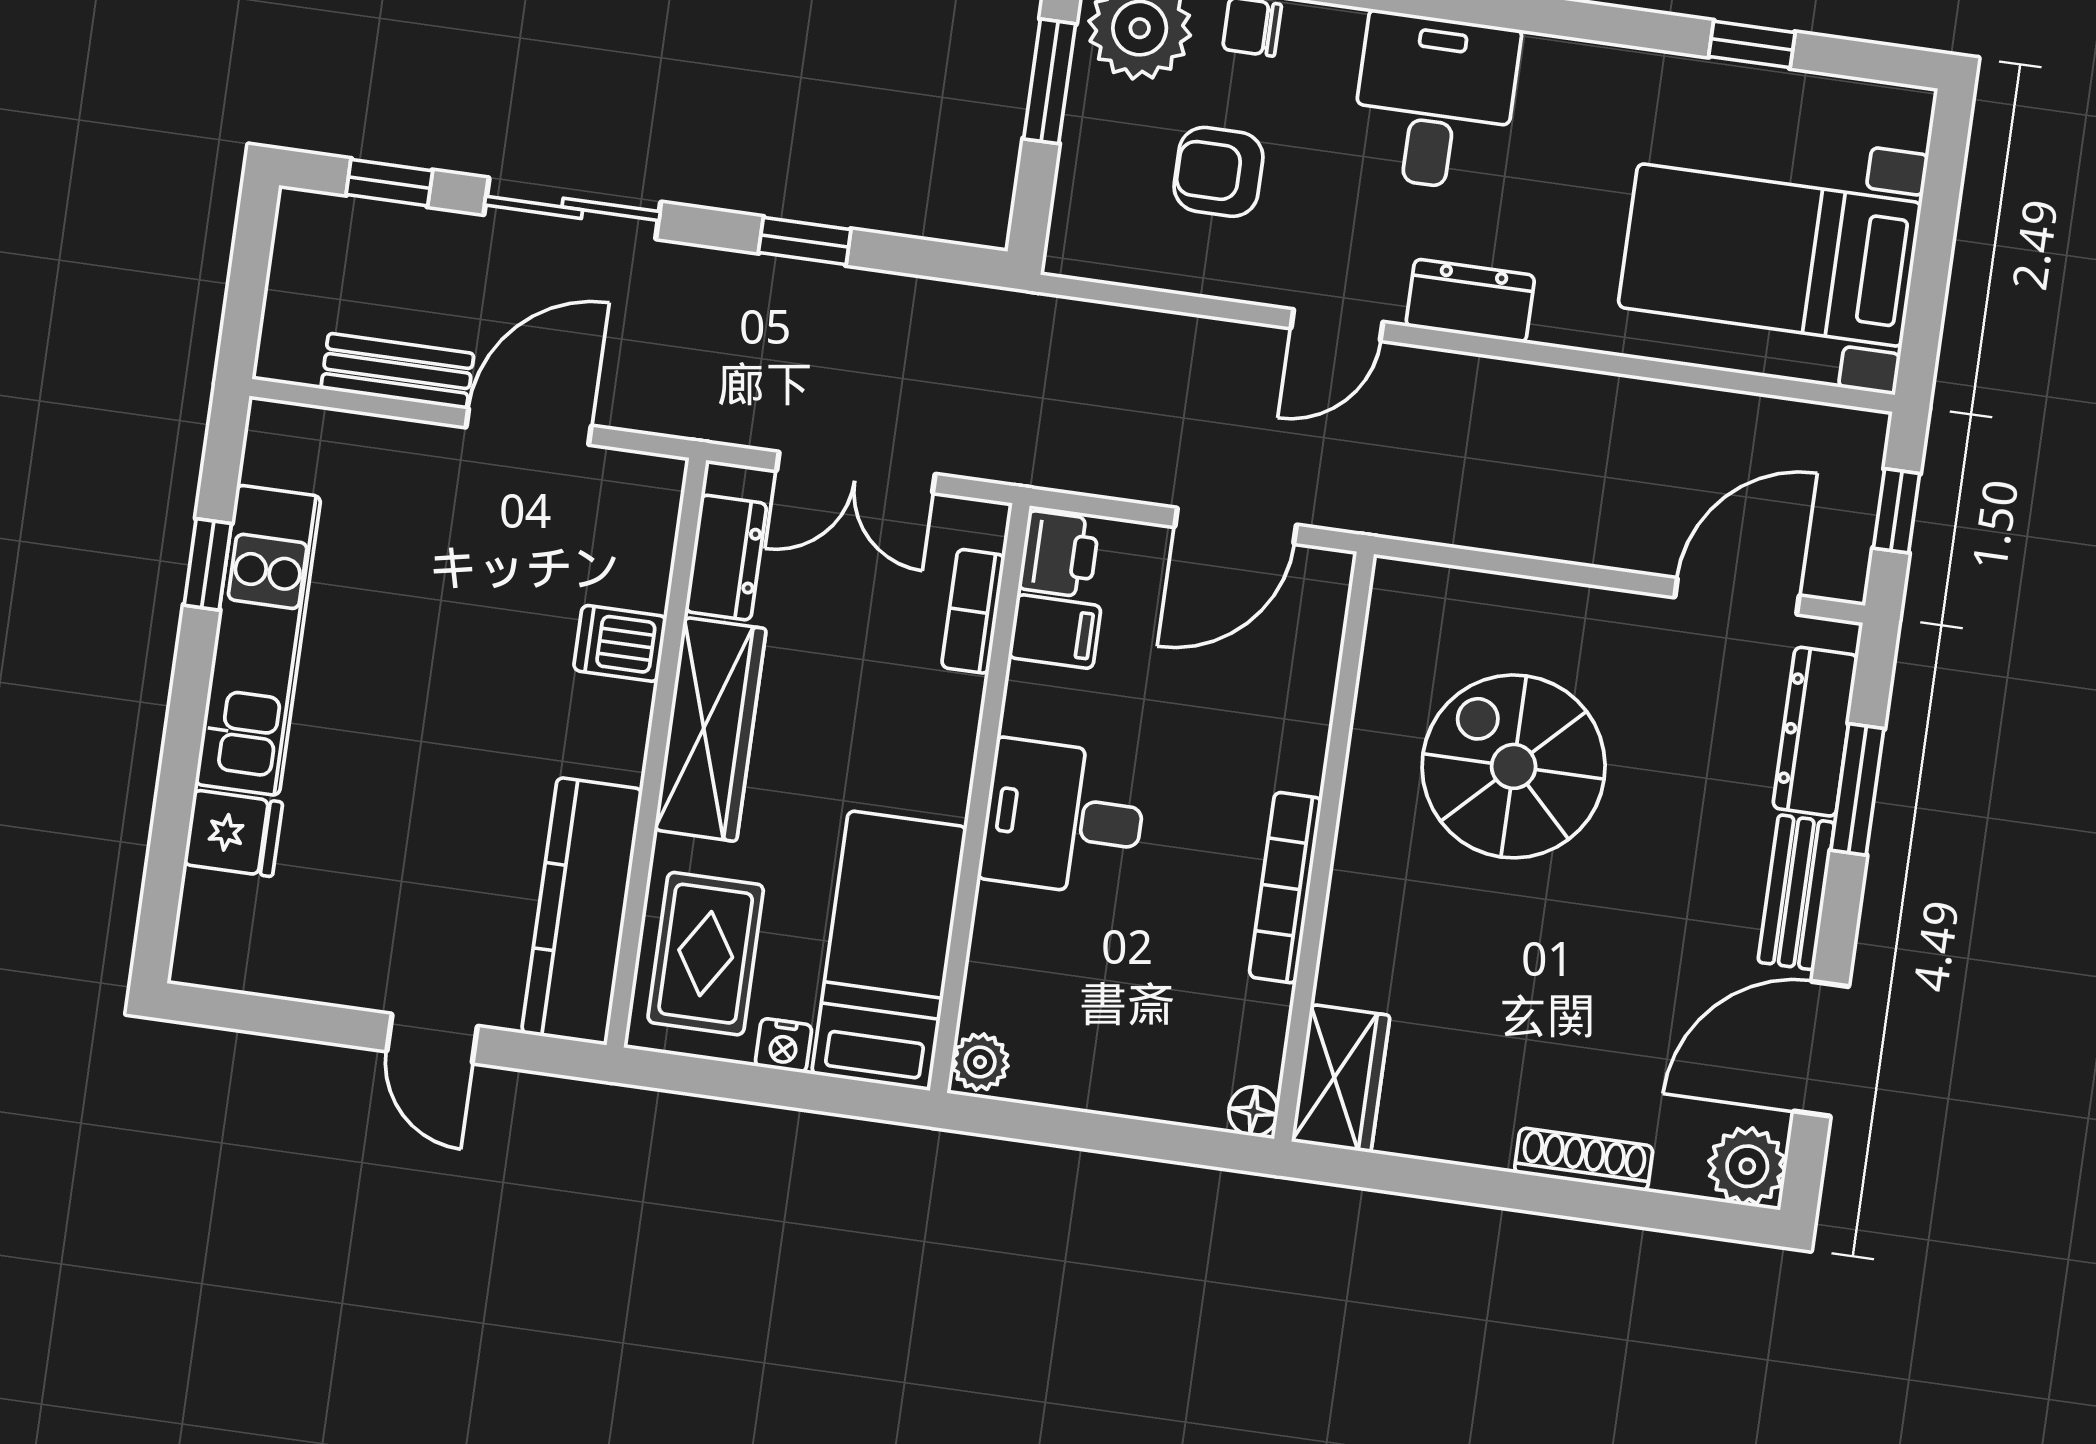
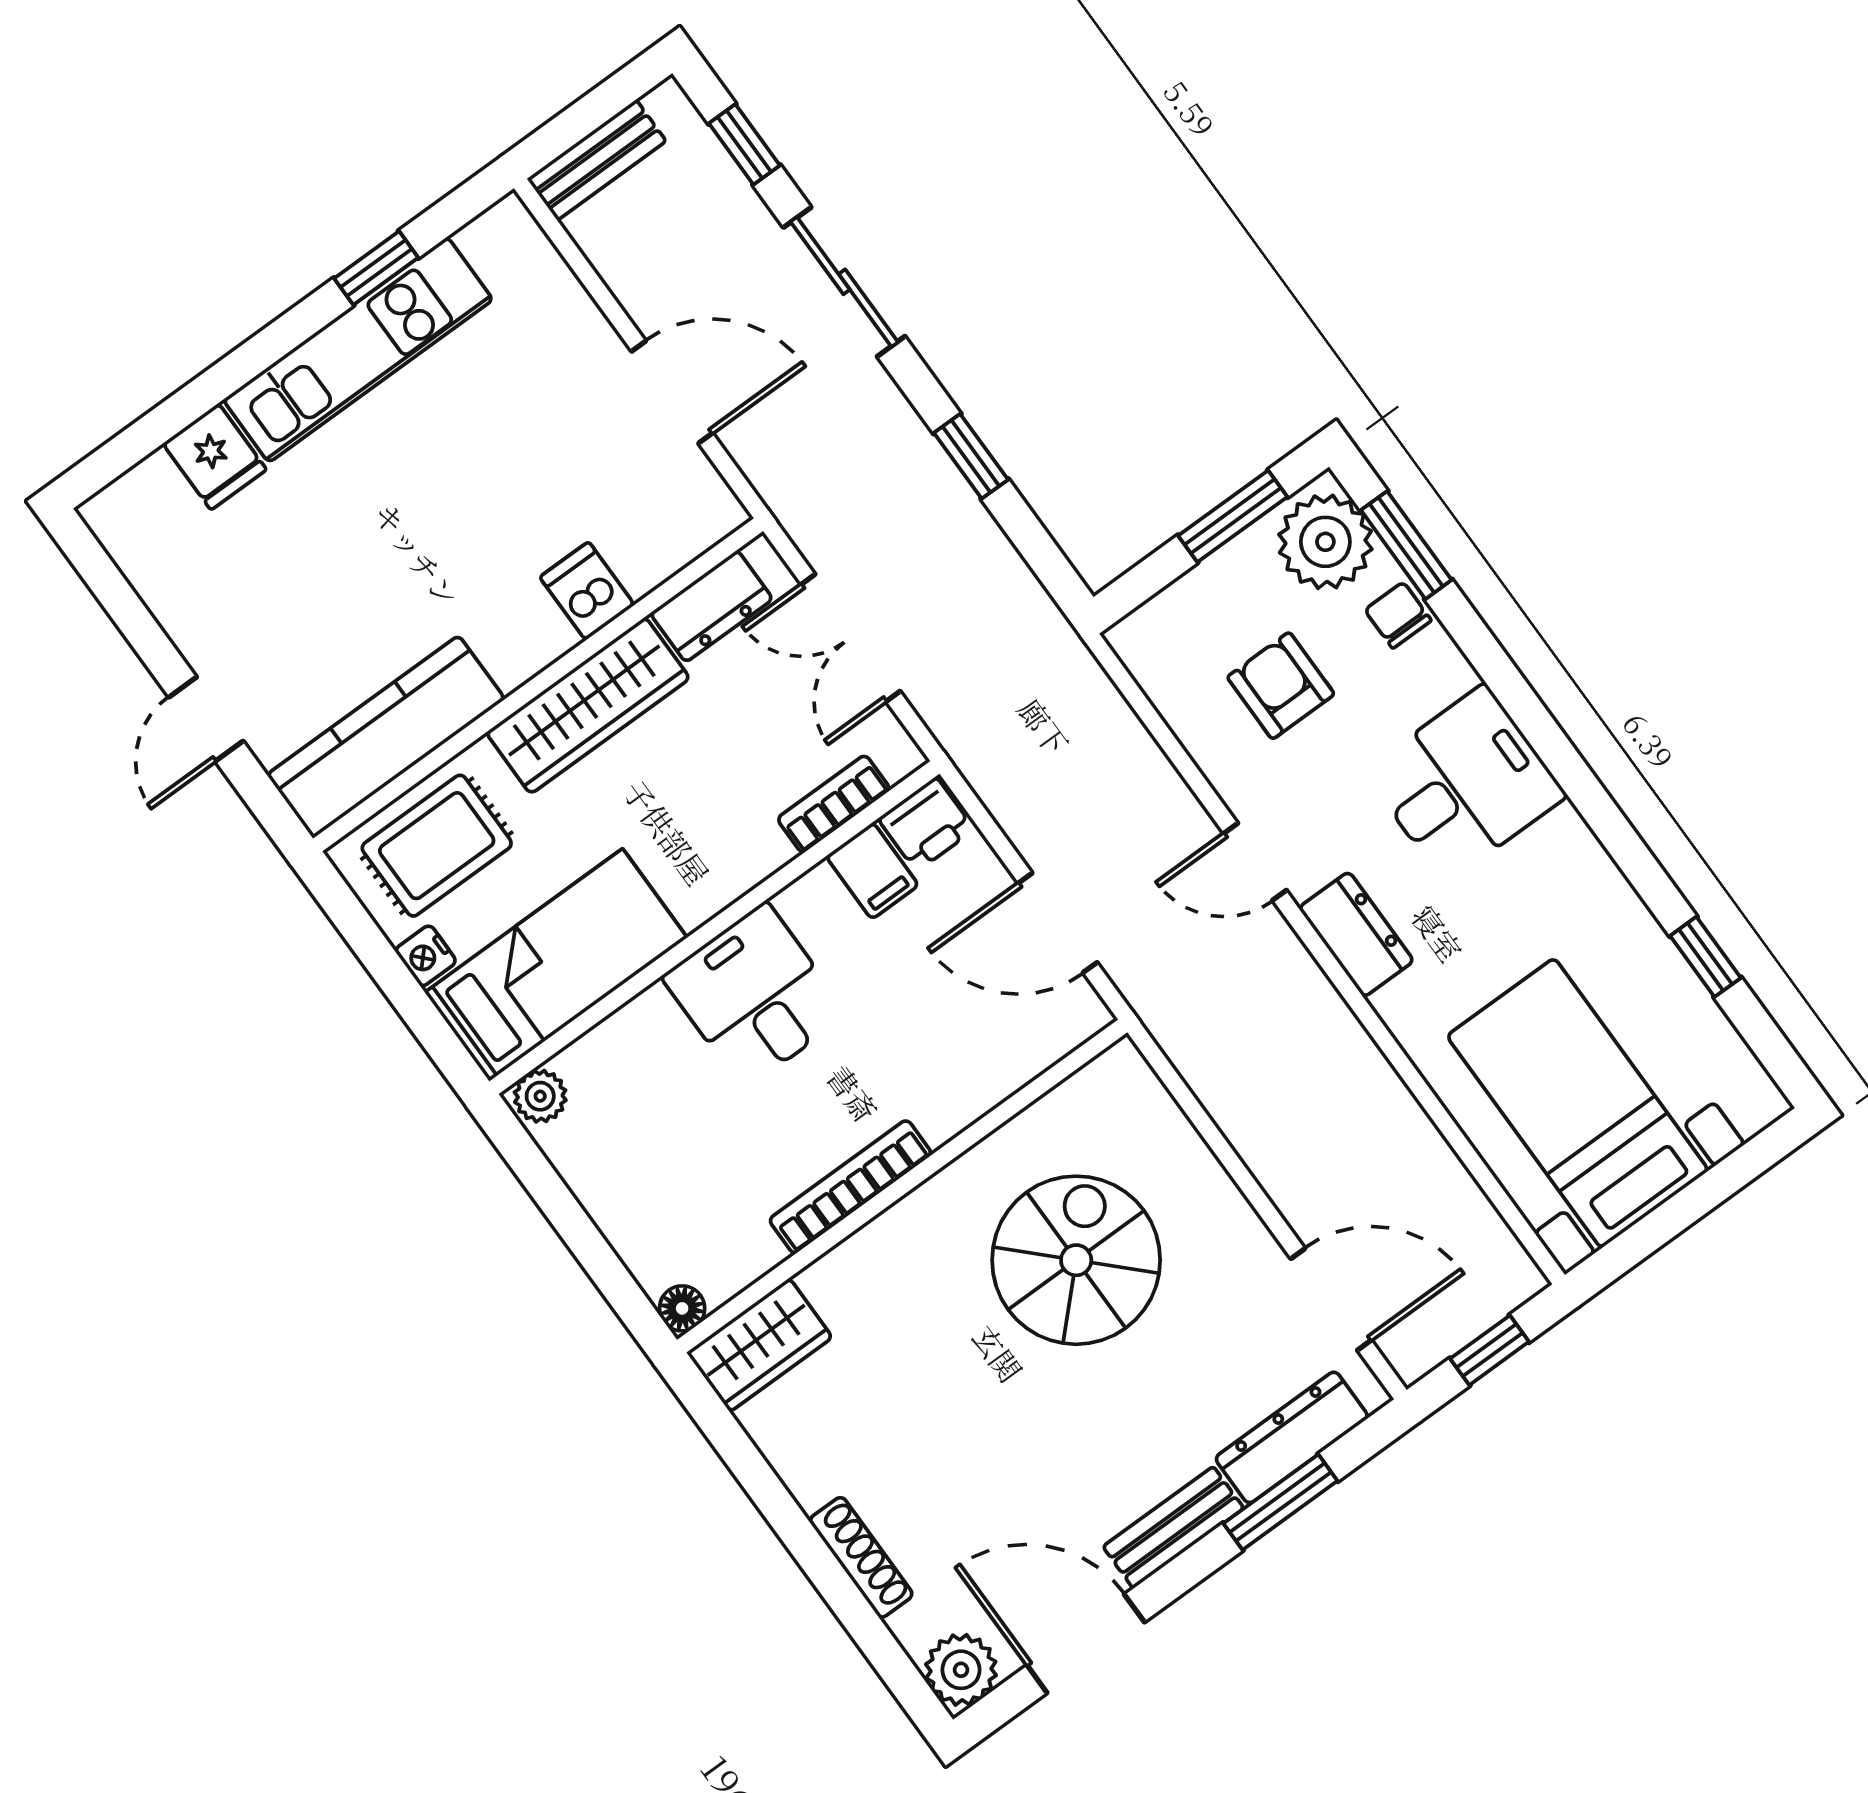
bench: (397, 371) -> (597, 160), moved, turned 90

